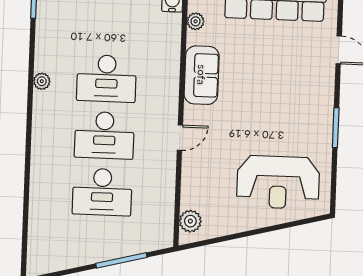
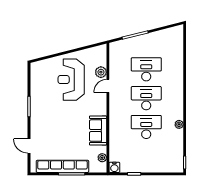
door: (180, 138) -> (108, 86), moved
reception desk: (278, 182) -> (71, 80), moved, turned -90
plant: (190, 221) -> (101, 72), moved

